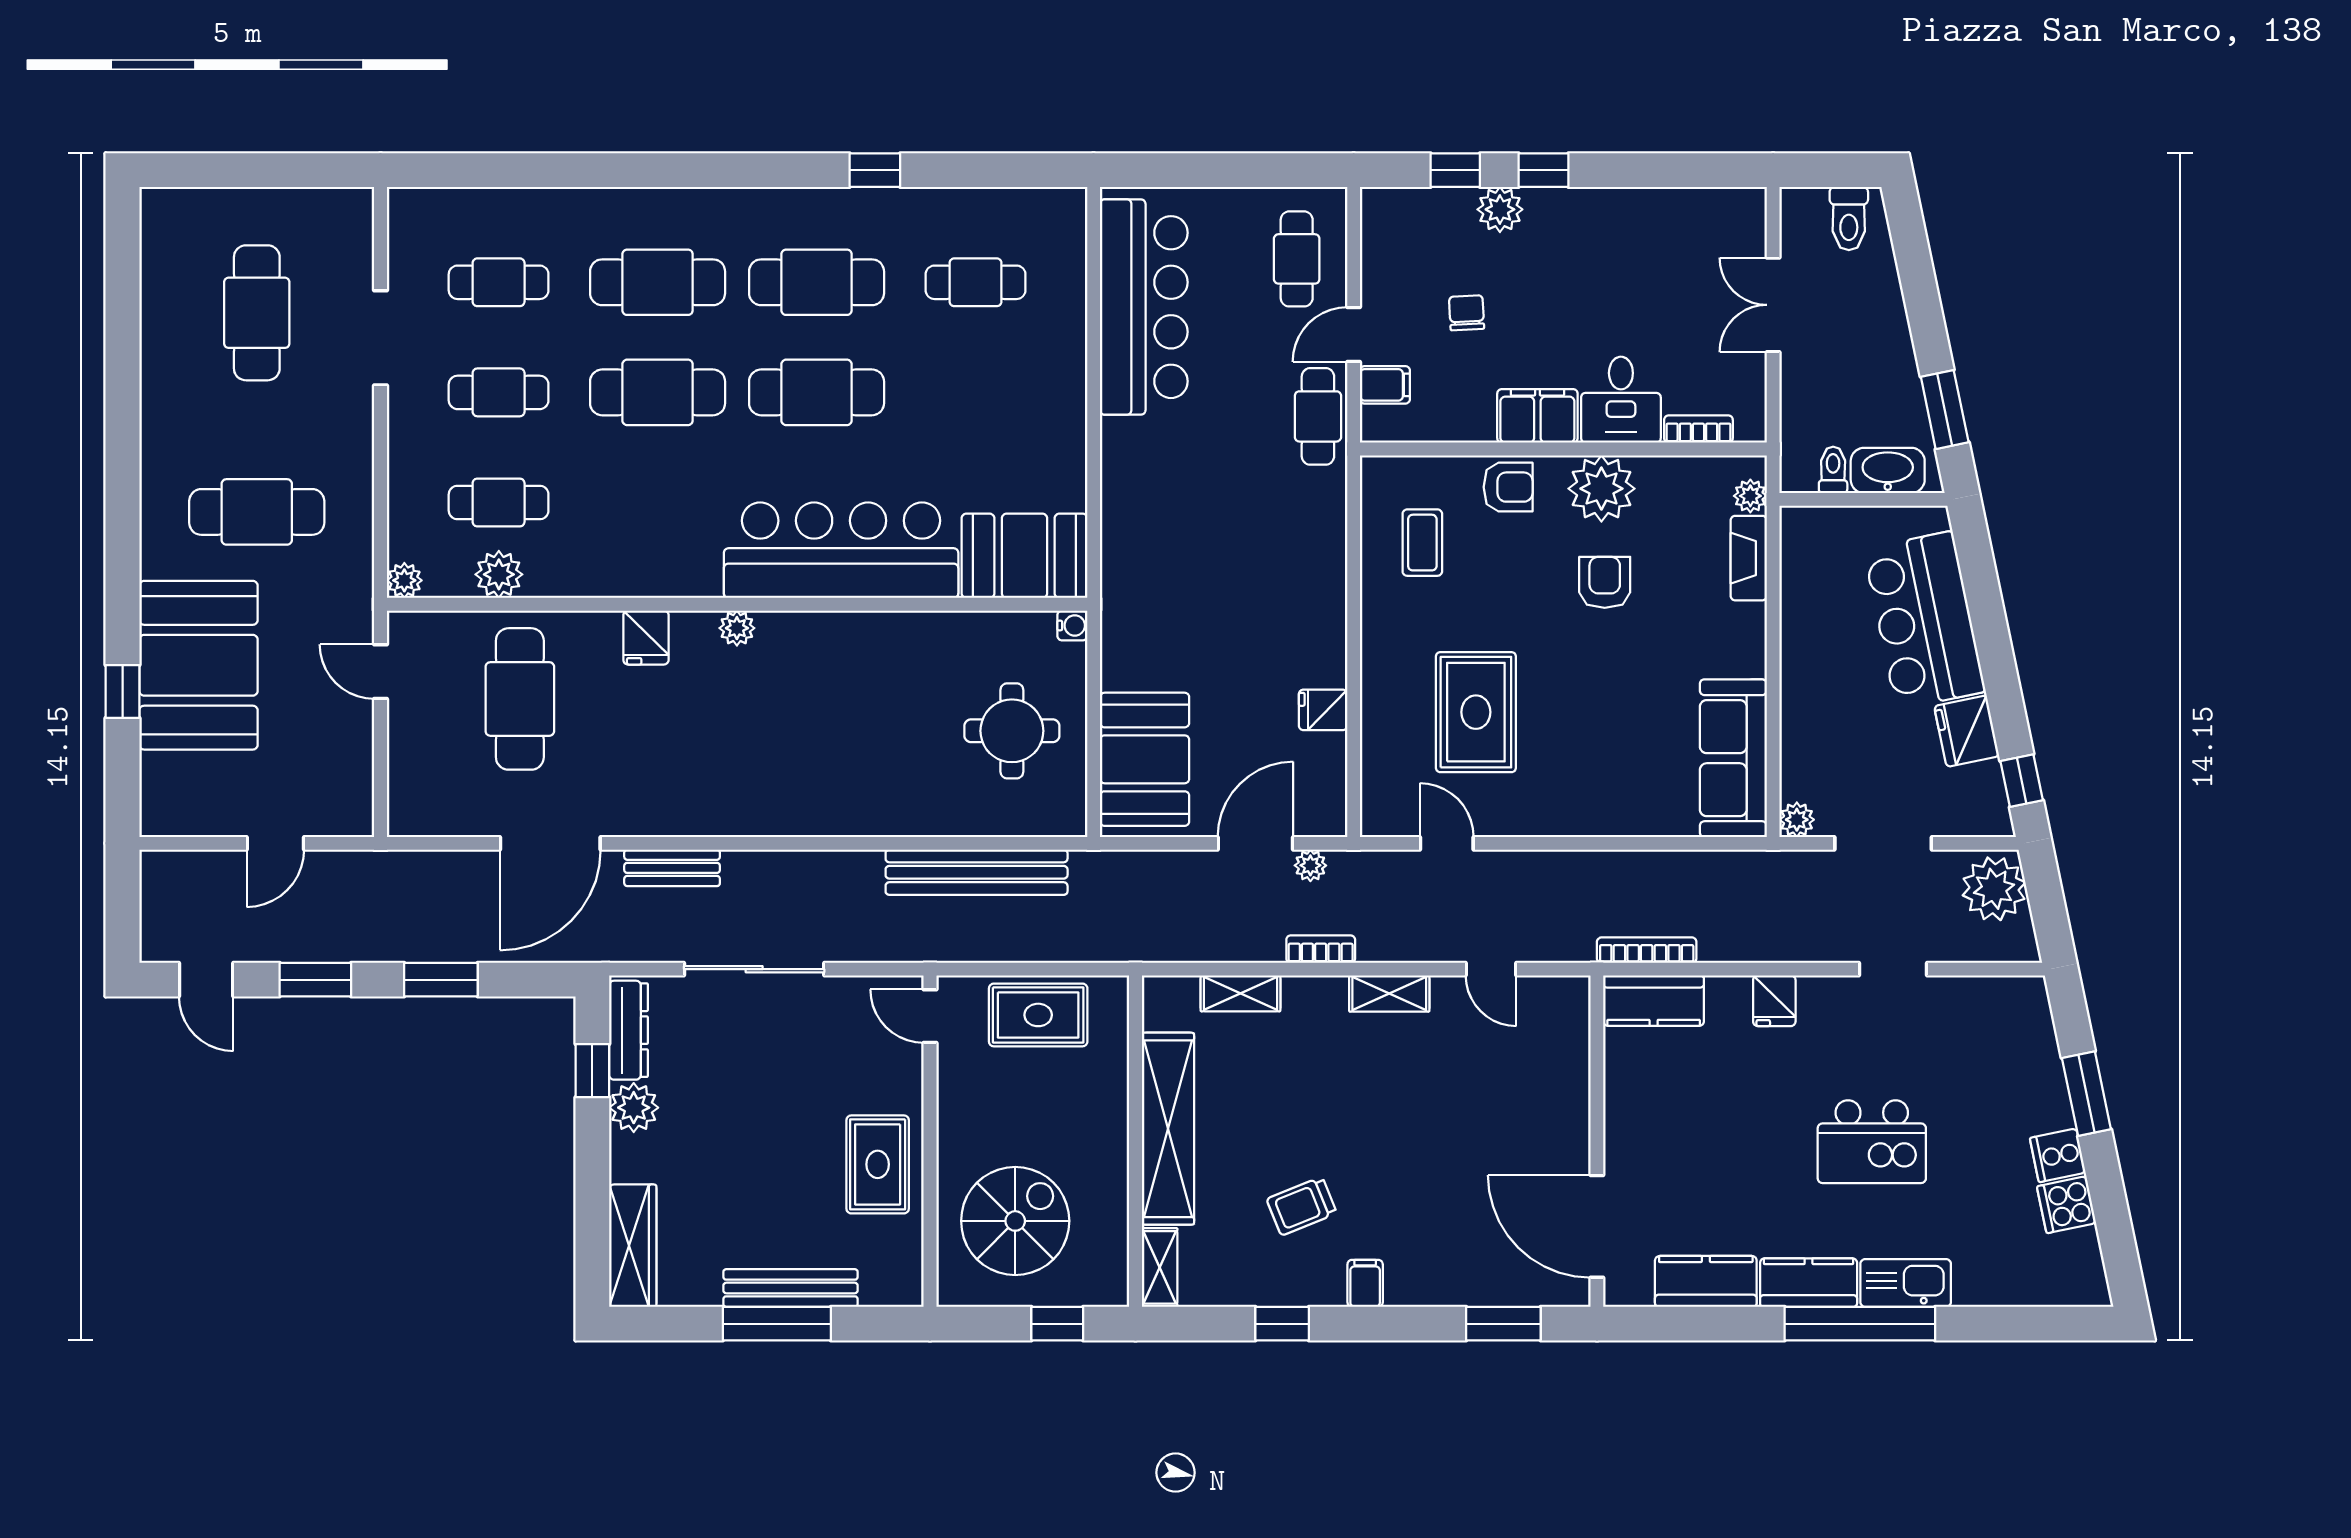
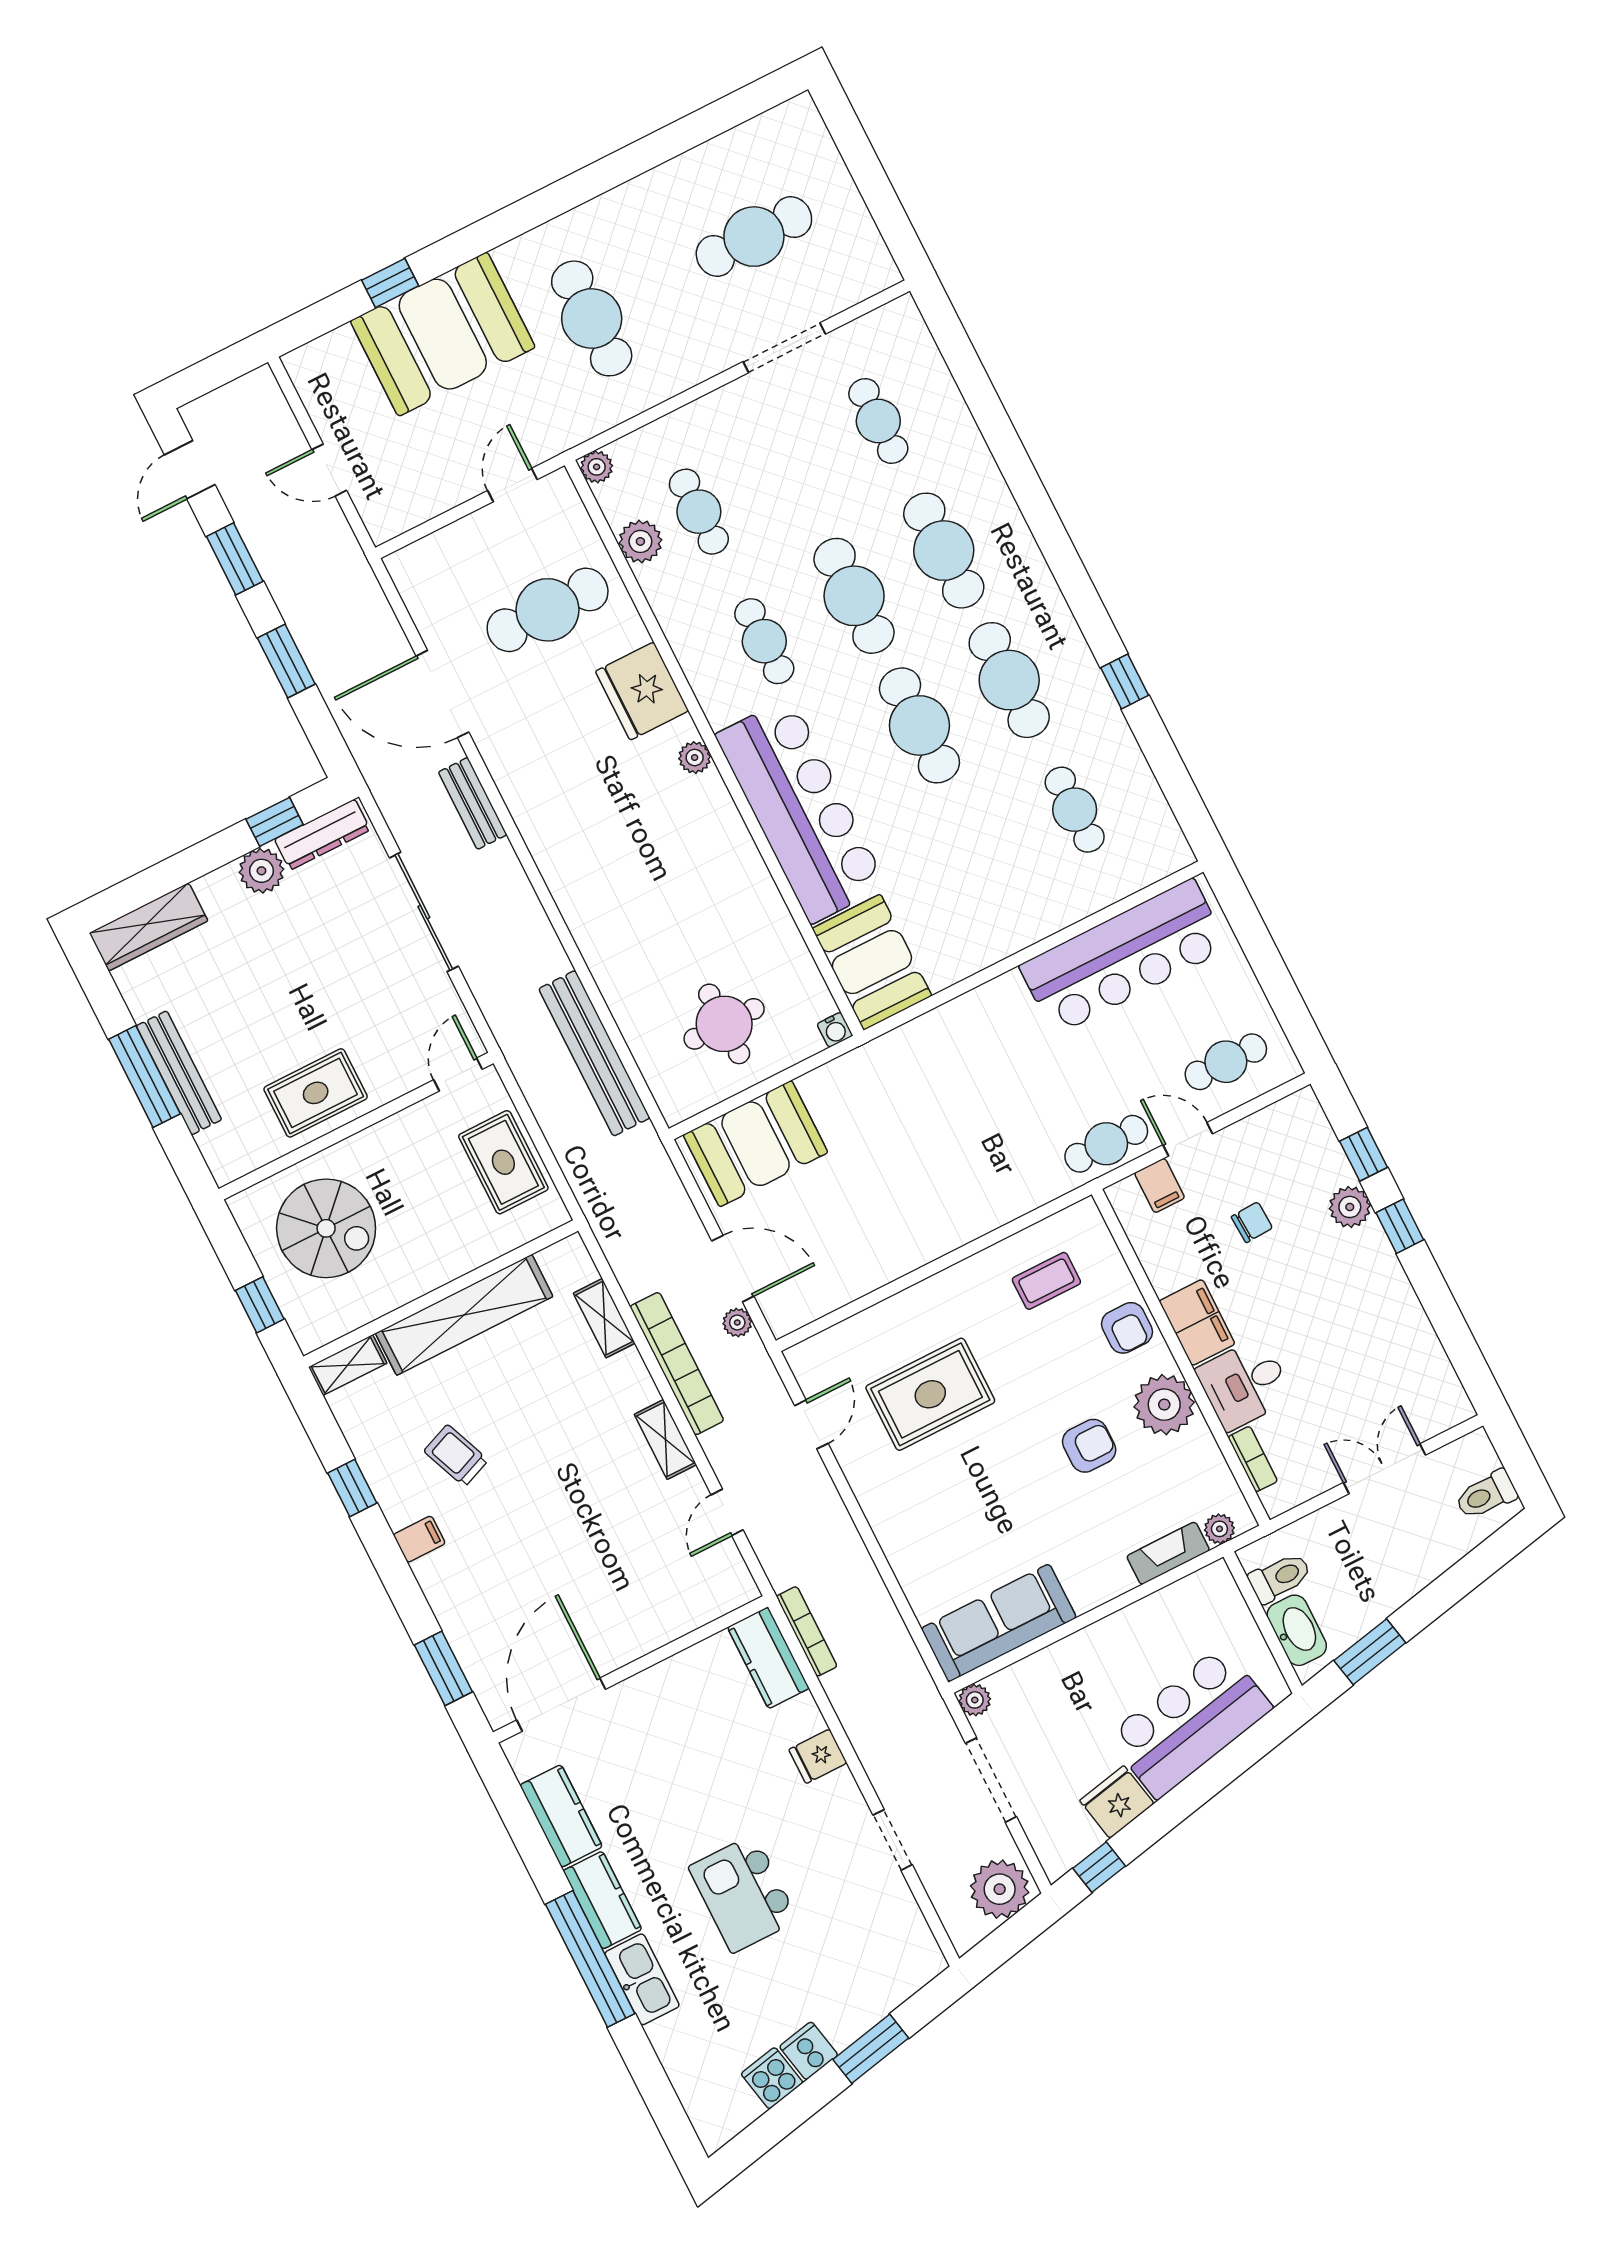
cafe table: (499, 392) -> (764, 641), moved
toilet: (1833, 470) -> (1280, 1578), width x1.37, depth x1.39
fridge: (646, 638) -> (642, 691), width x1.88, depth x1.34
fridge: (1323, 710) -> (869, 1269), removed
bookcase: (1321, 949) -> (677, 1364), width x2.31, depth x1.31

